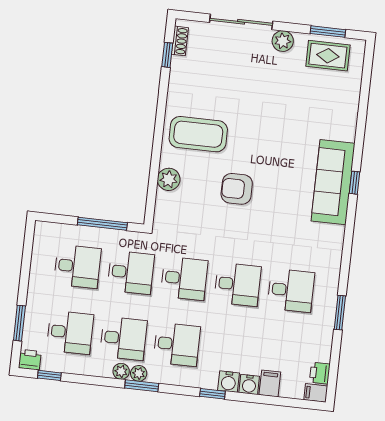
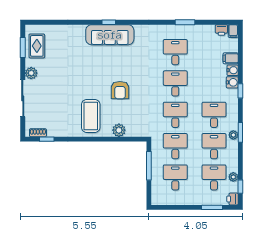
plant: (121, 371) -> (233, 177), moved

